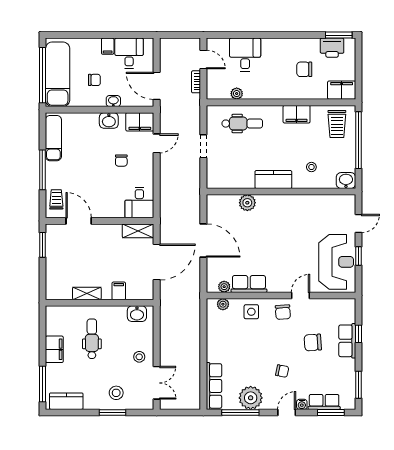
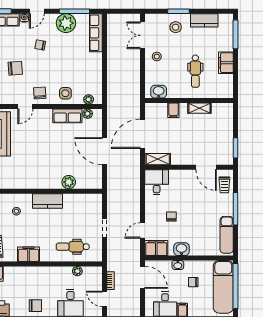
chair: (304, 69) -> (35, 306), moved
kitchen counter: (66, 401) -> (204, 20), moved

